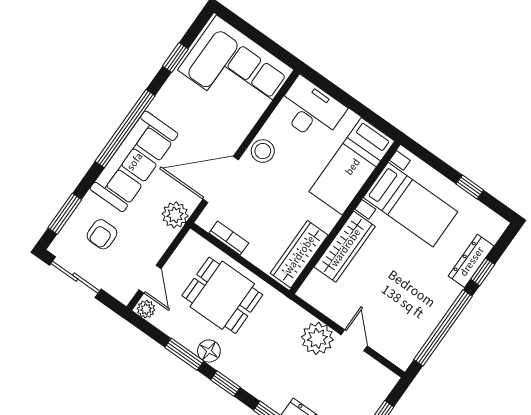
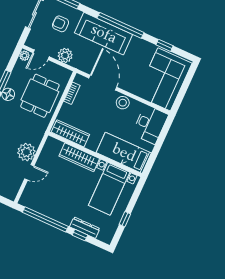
plant: (175, 215) -> (65, 55), moved

